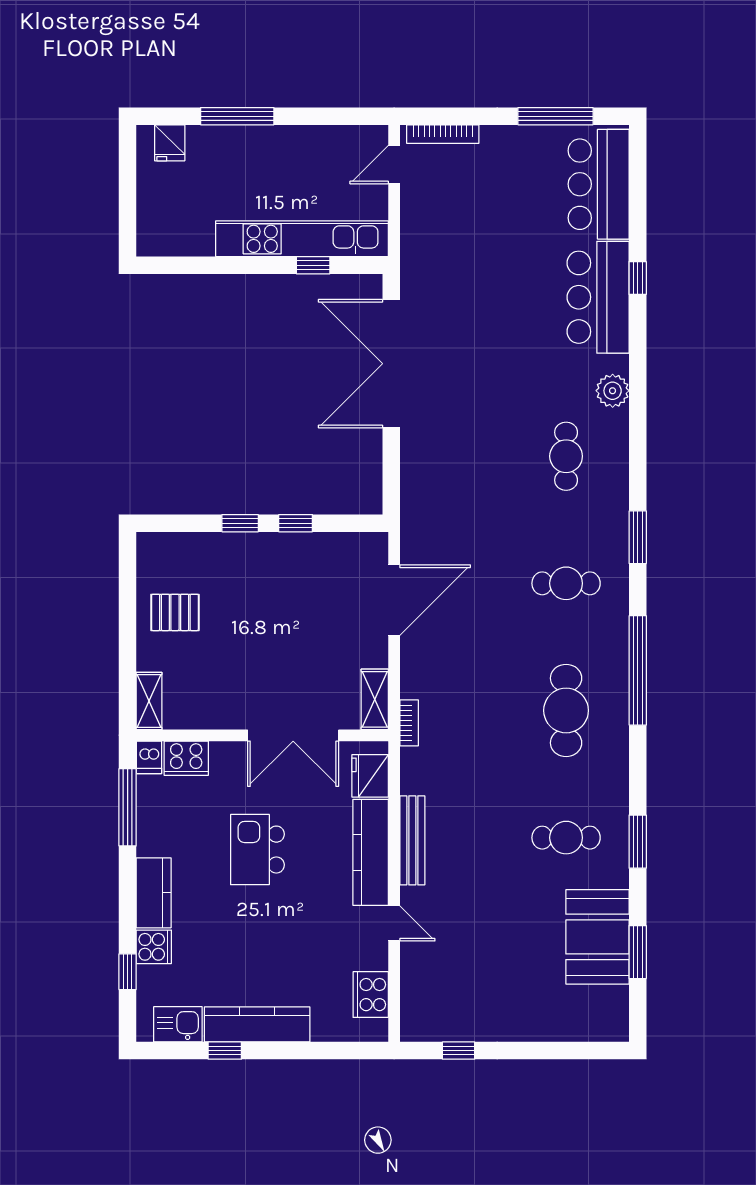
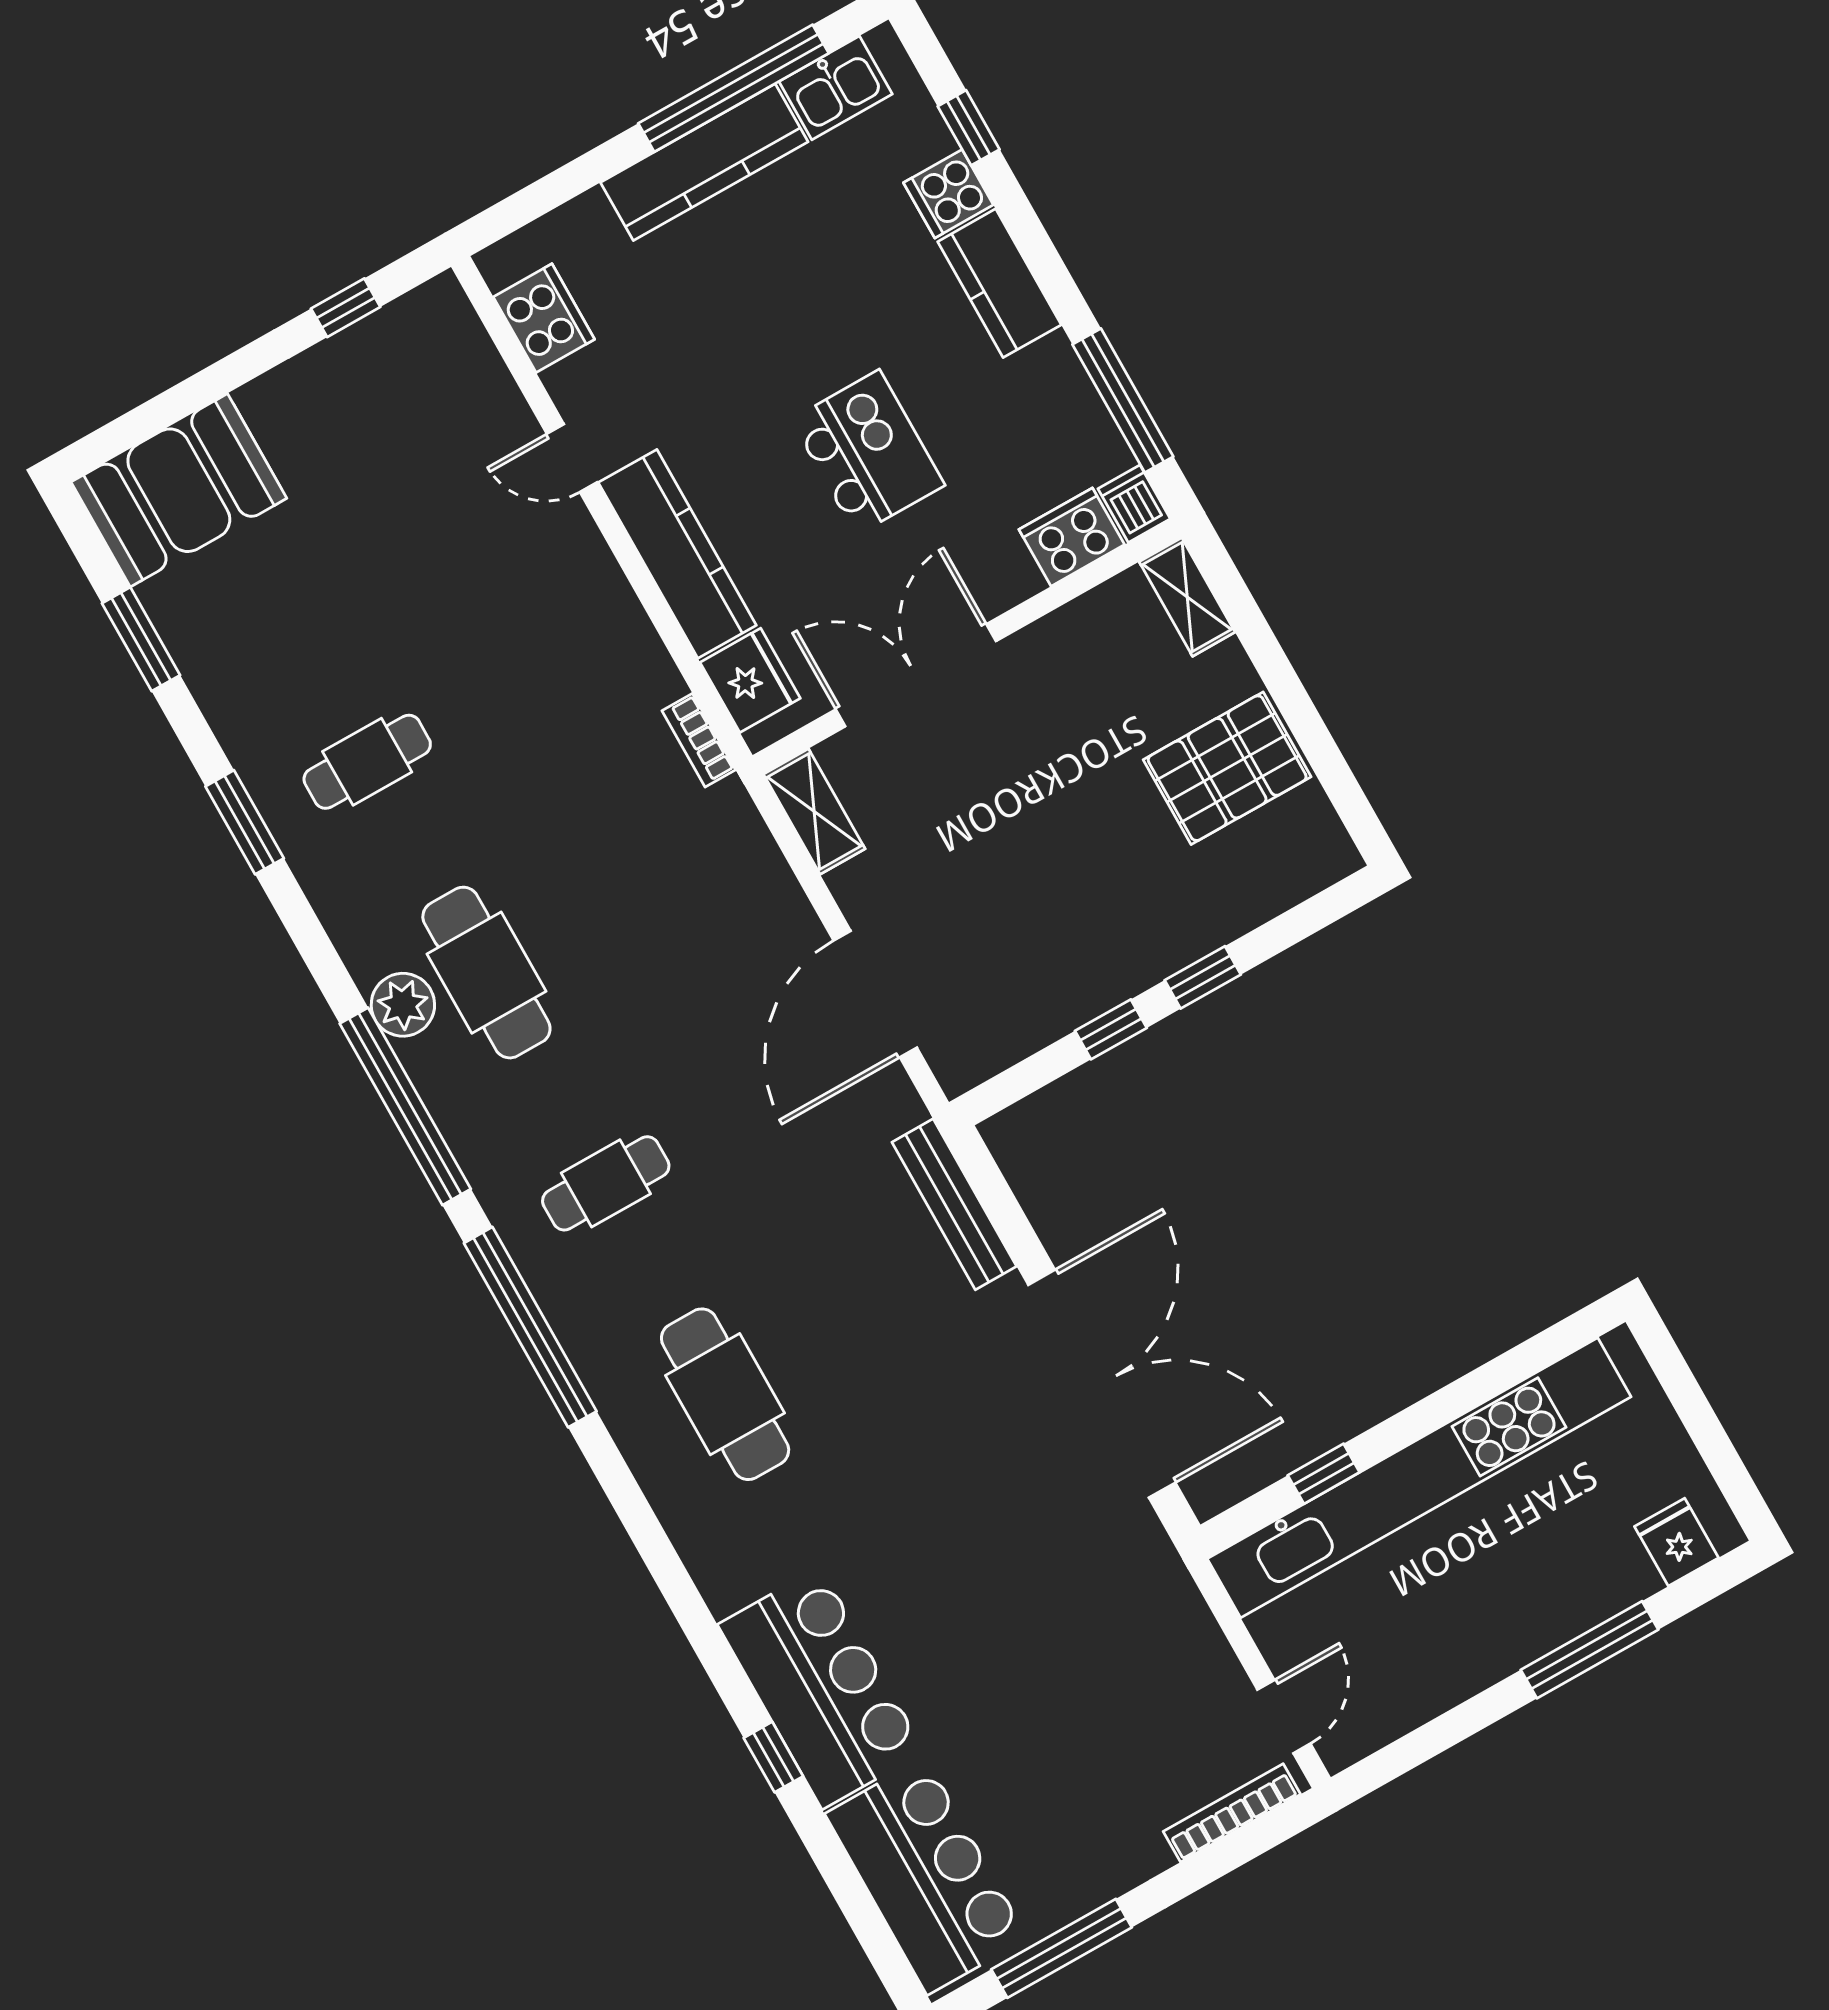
kitchen unit: (302, 239) -> (1419, 1478), width x1.36
plant: (613, 391) -> (403, 1005), moved
cafe table: (566, 456) -> (725, 1394), width x1.37, depth x1.35
window: (638, 537) -> (530, 1327), width x2.11
pallet: (175, 612) -> (1227, 768), width x1.50, depth x1.42
bookcase: (409, 723) -> (699, 740), moved
bench: (412, 840) -> (954, 1204), moved
booth: (597, 937) -> (179, 490), moved, turned 90
window: (225, 1051) -> (733, 88), width x3.17

